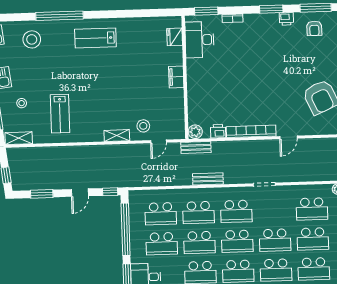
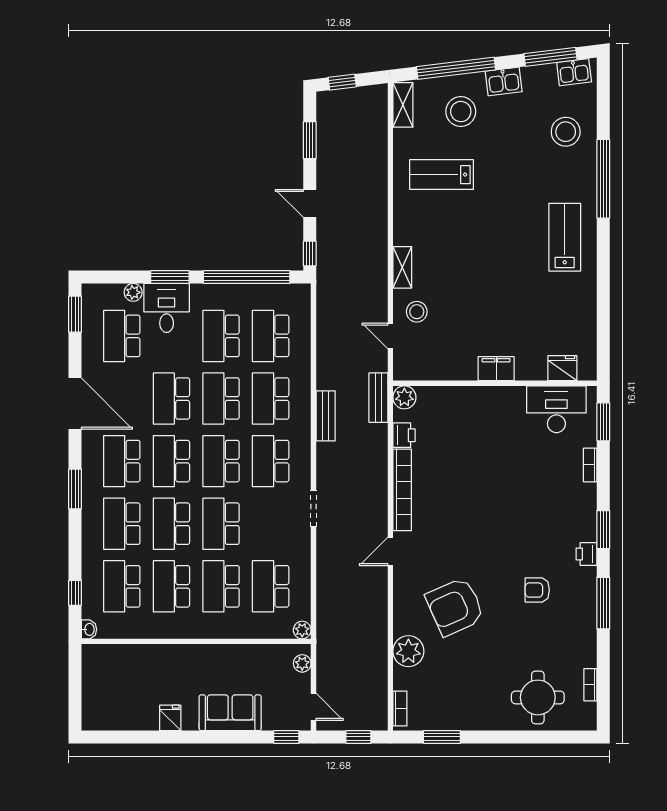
armchair: (314, 28) -> (537, 590), moved
stool: (22, 103) -> (461, 112), width x1.89, depth x1.89
door: (288, 137) -> (390, 551), hinge flipped

